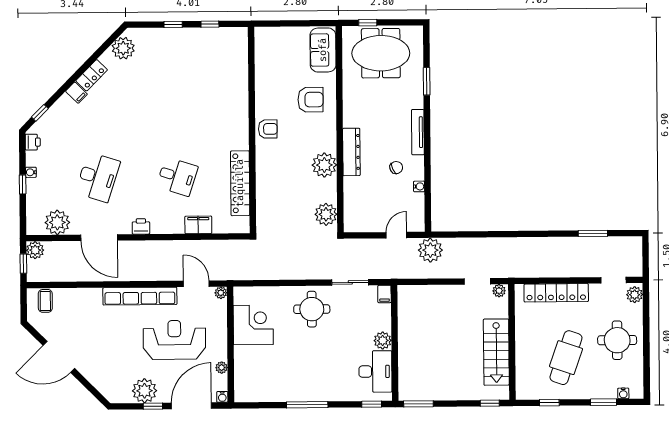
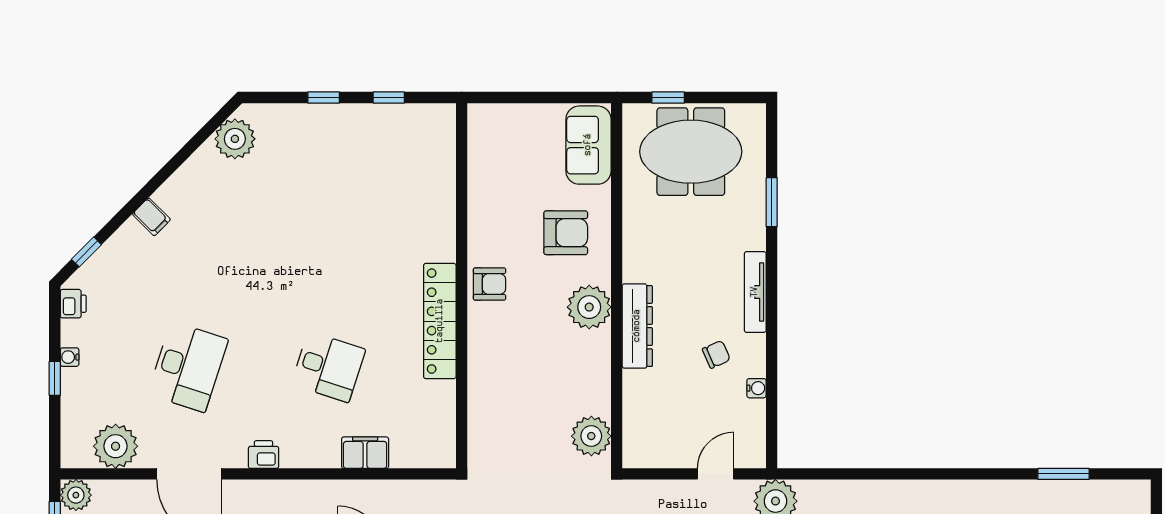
locker: (92, 75) -> (179, 186), removed
plant: (324, 165) -> (589, 307), moved
locker: (240, 183) -> (440, 321), moved

